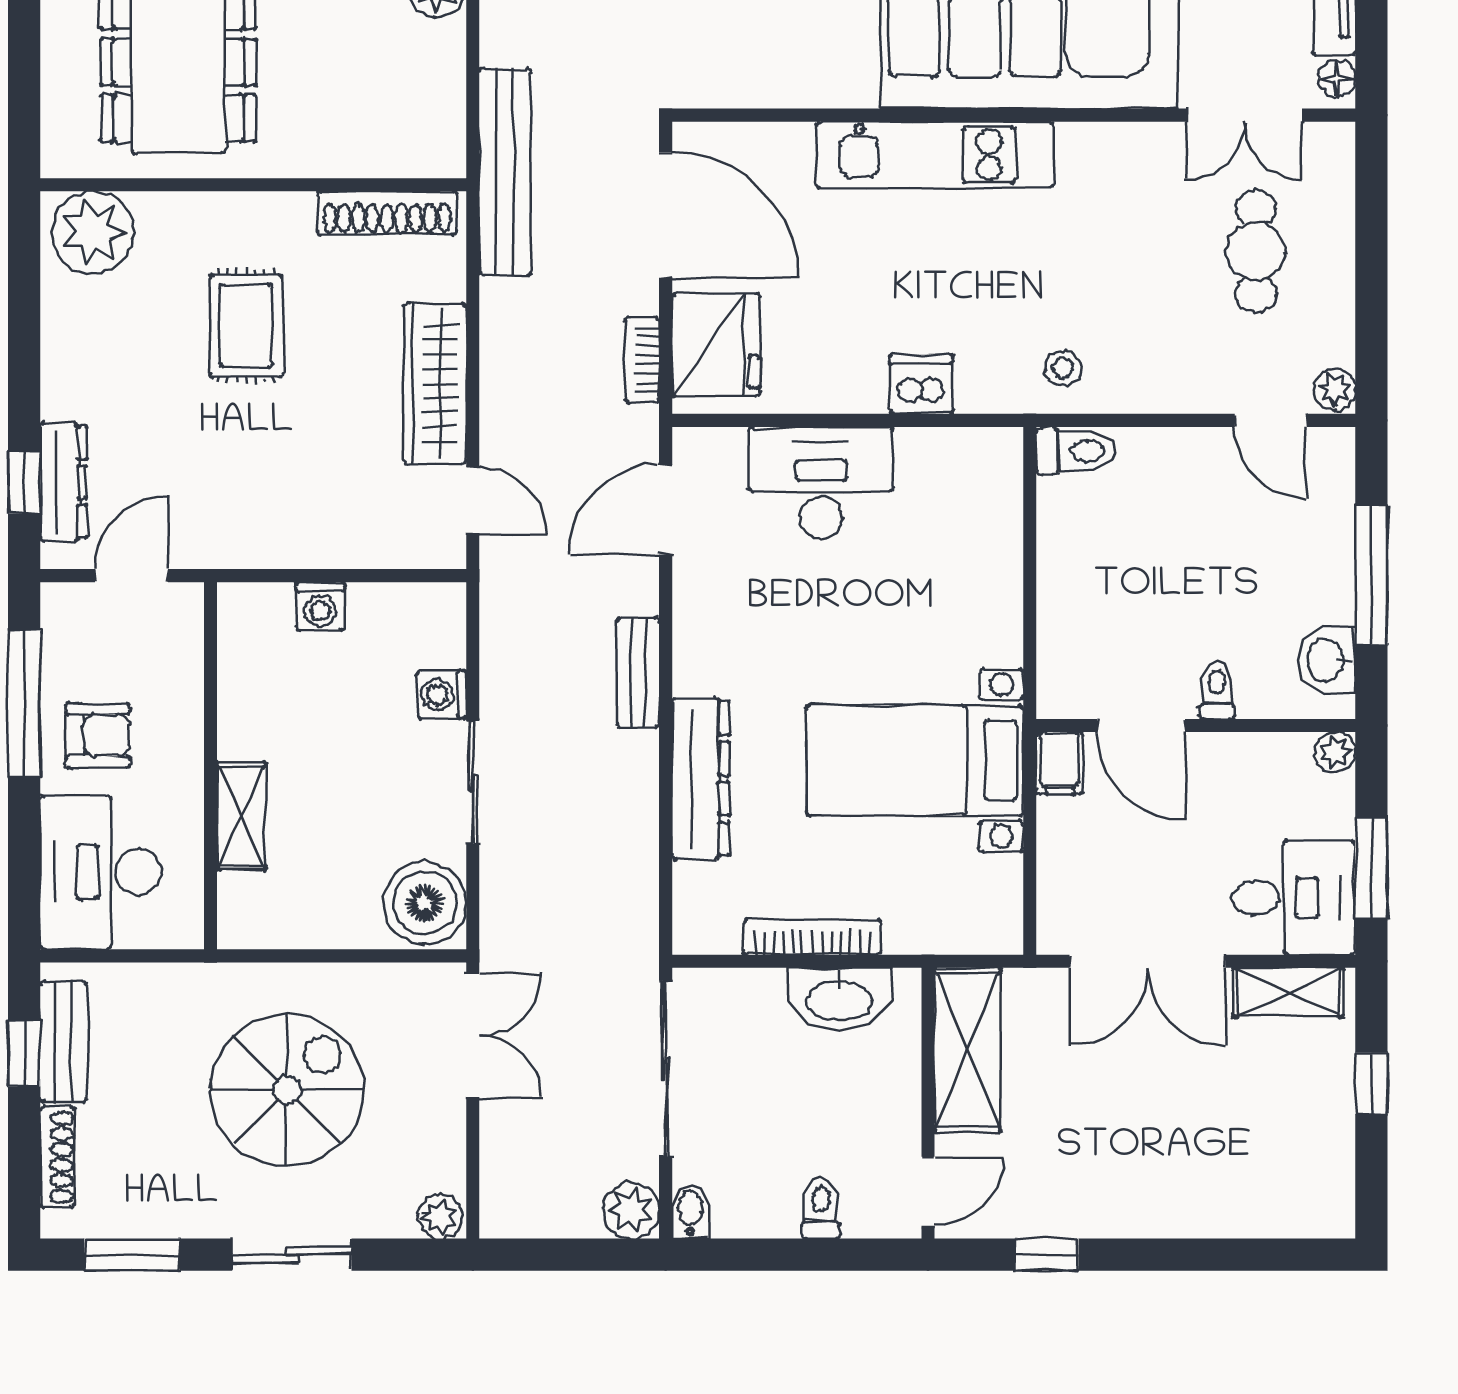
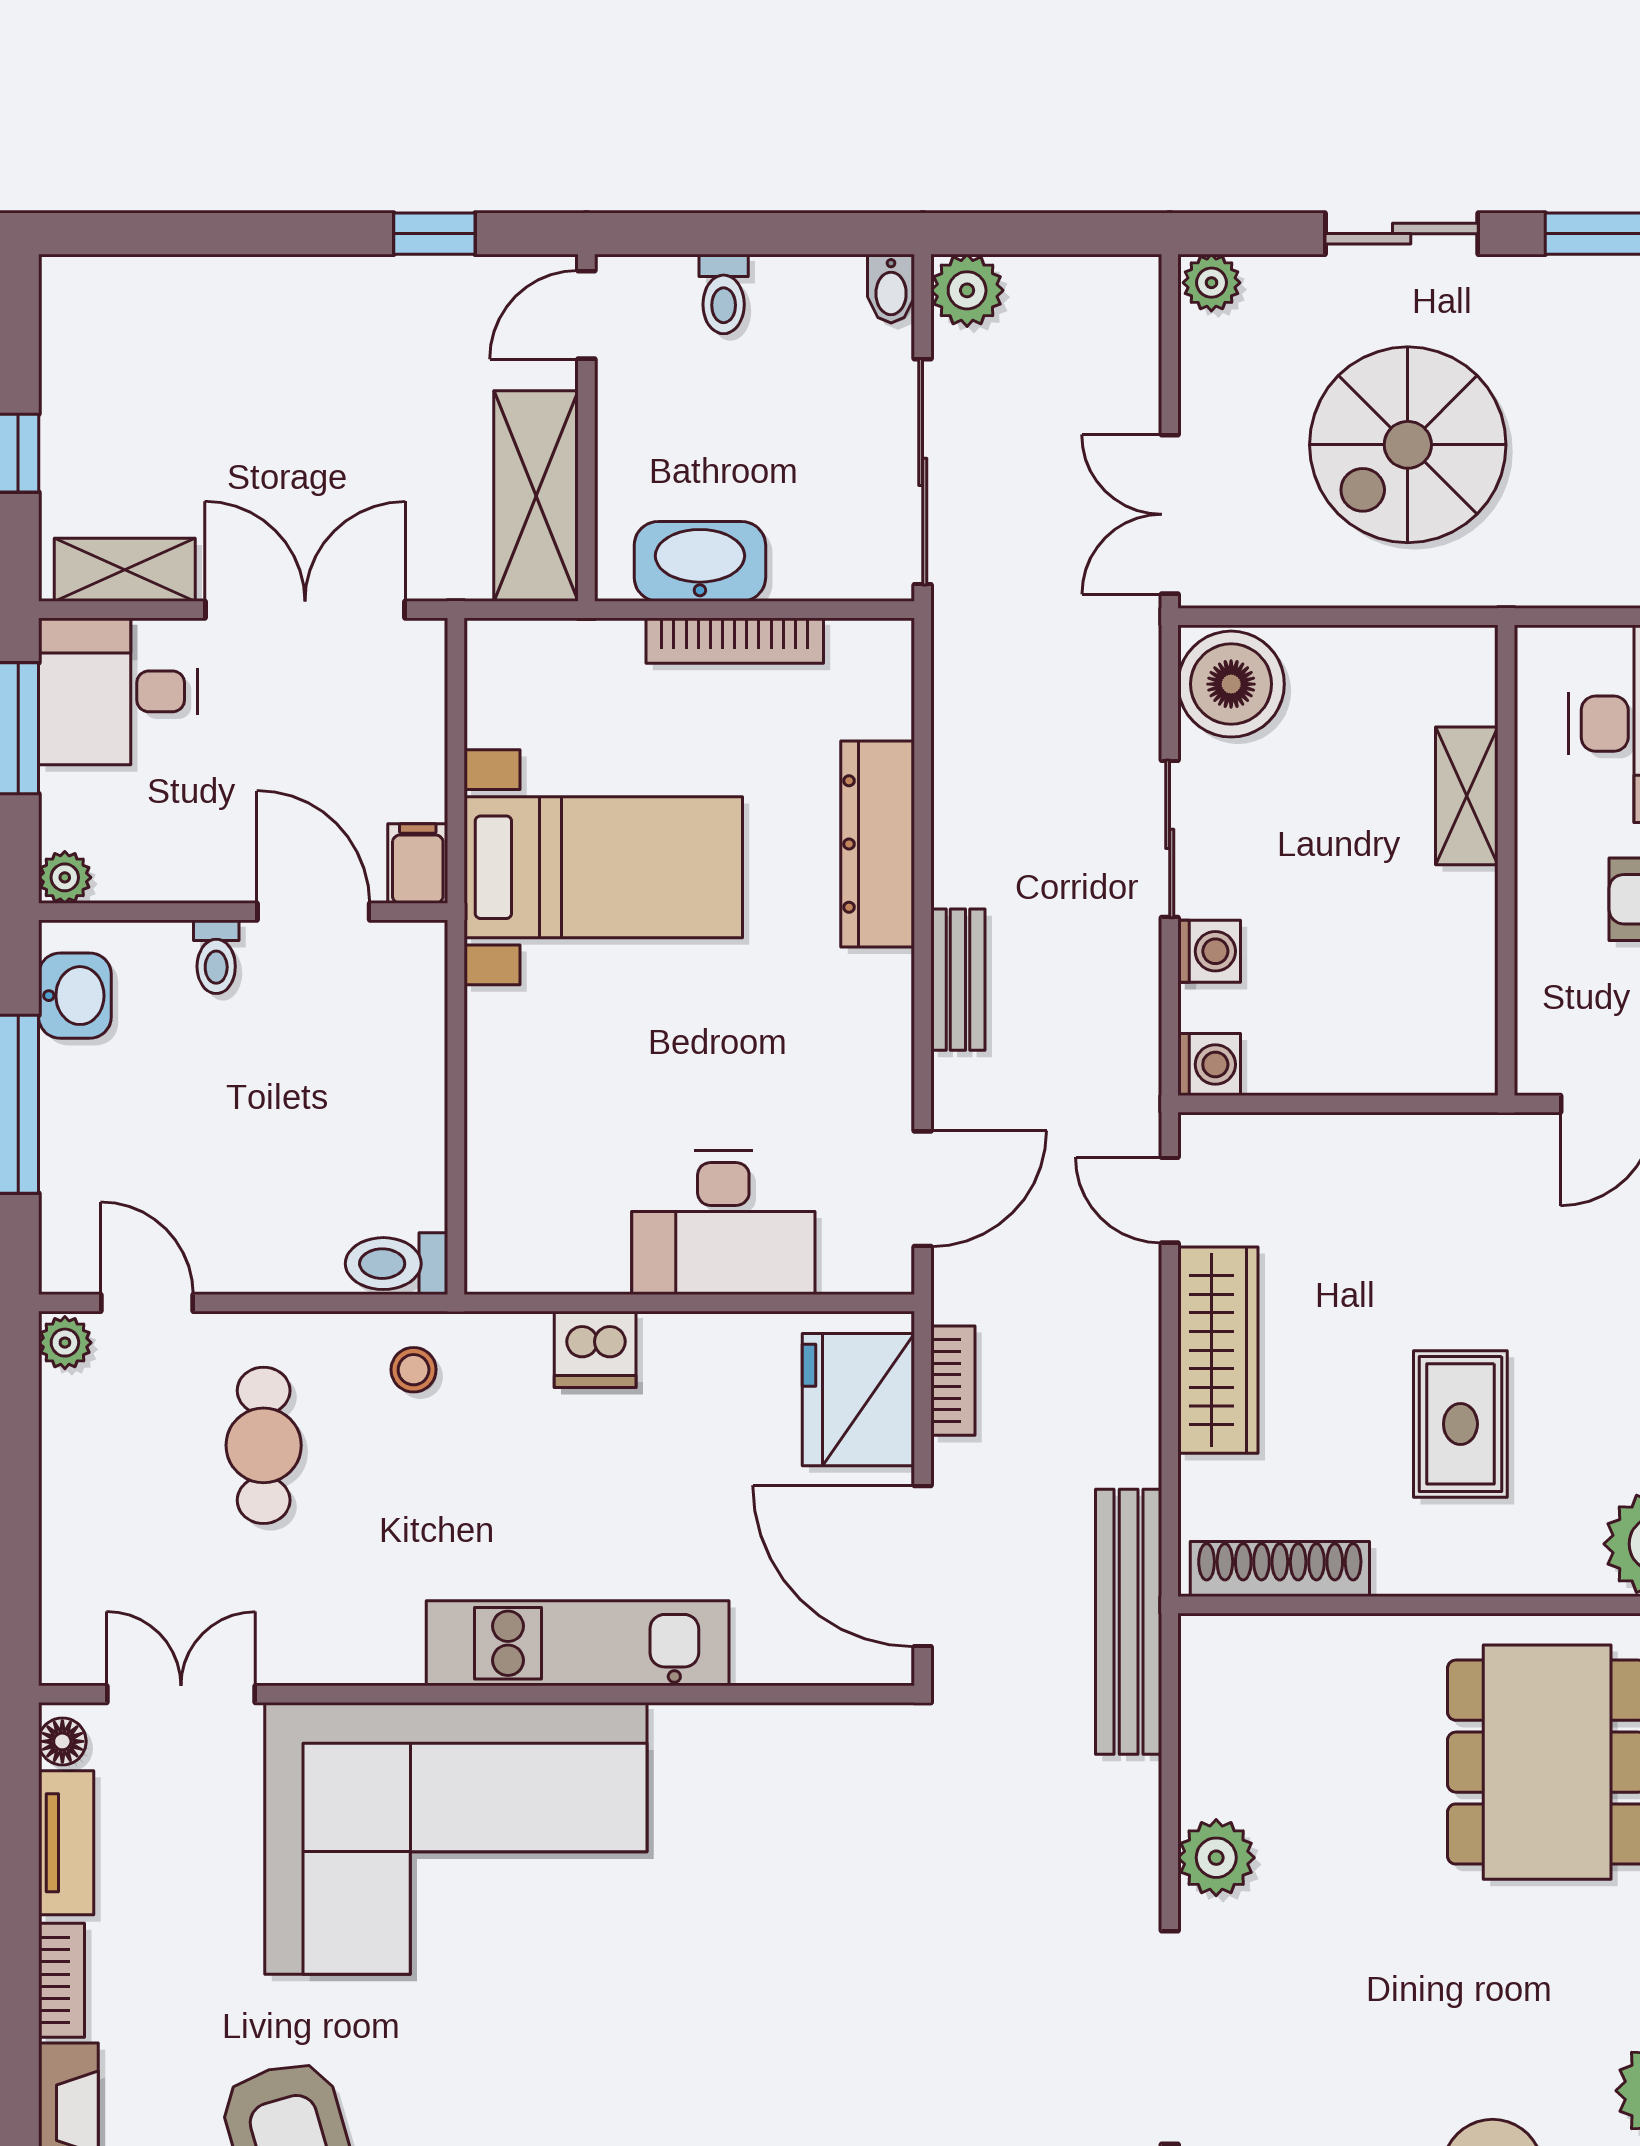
cafe table: (1256, 251) -> (264, 1445), moved
washing machine: (320, 606) -> (1209, 1065), moved, turned 90

